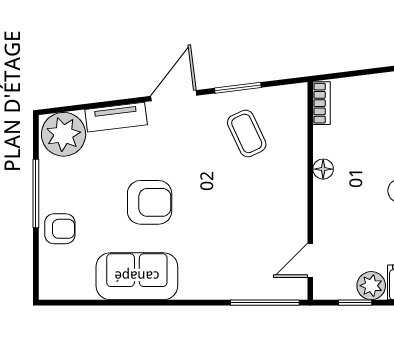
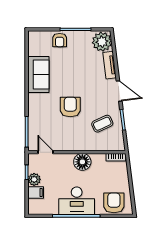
floor lamp: (323, 169) -> (82, 162), width x1.89, depth x1.89
armchair: (150, 202) -> (70, 107), moved, turned 180

